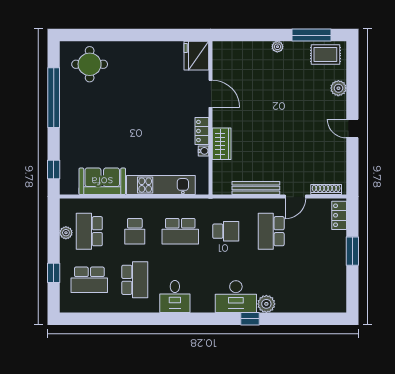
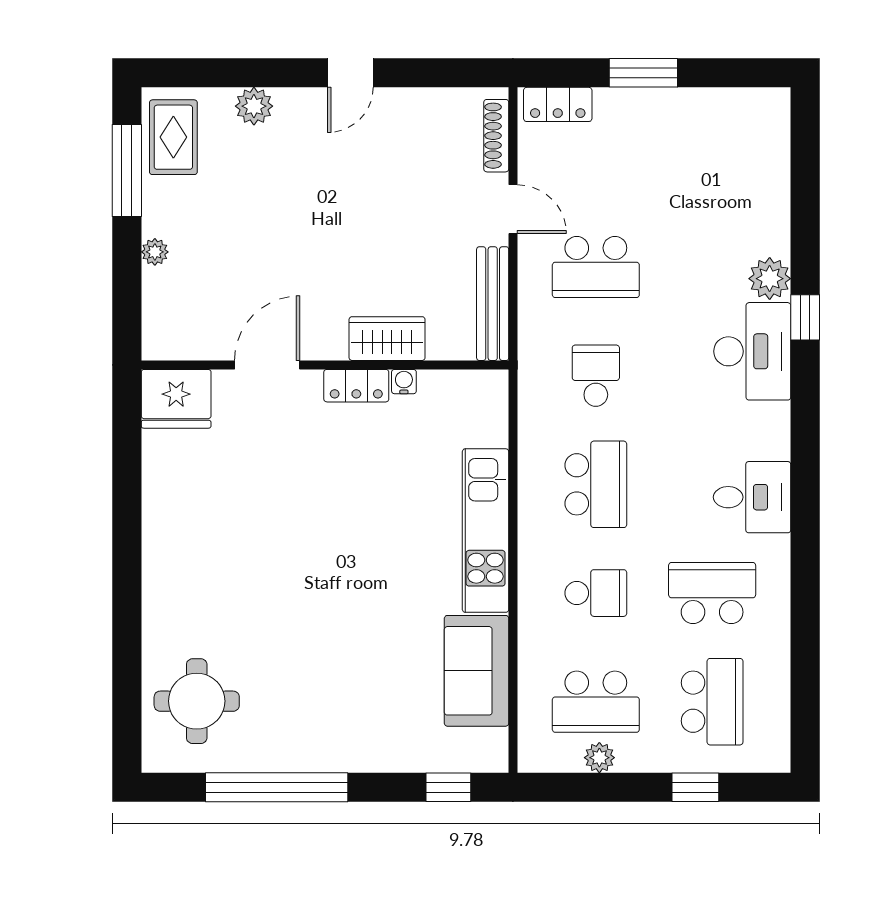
fridge: (196, 56) -> (176, 399), moved
door: (211, 94) -> (267, 365), moved
wall: (211, 118) -> (325, 365), moved
locker: (202, 131) -> (356, 386), moved
wardrobe: (222, 144) -> (387, 339), moved
water cooler: (204, 151) -> (404, 382), moved

